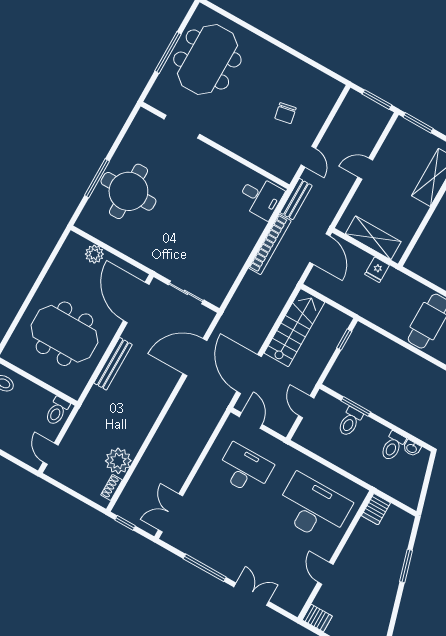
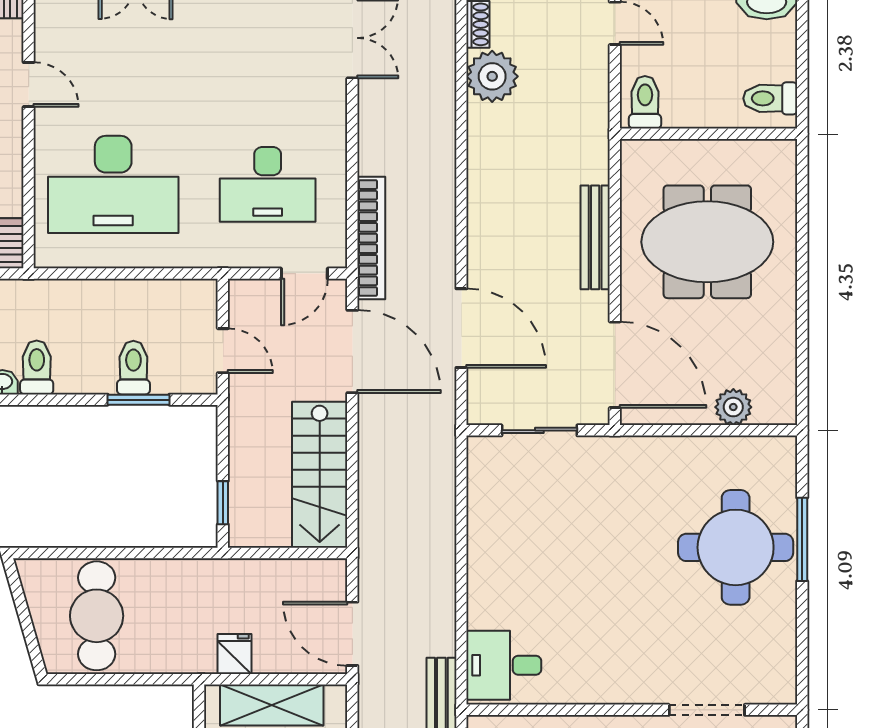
bookcase: (270, 244) -> (371, 238), moved, turned 180
door: (195, 357) -> (461, 328), hinge flipped
door: (251, 421) -> (304, 274), hinge flipped

